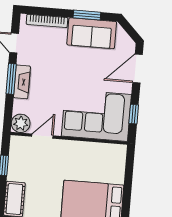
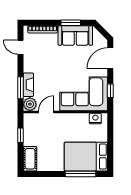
window: (11, 79) -> (20, 88), moved
fireplace: (22, 82) -> (28, 85), moved
nightstand: (110, 151) -> (95, 119), added

